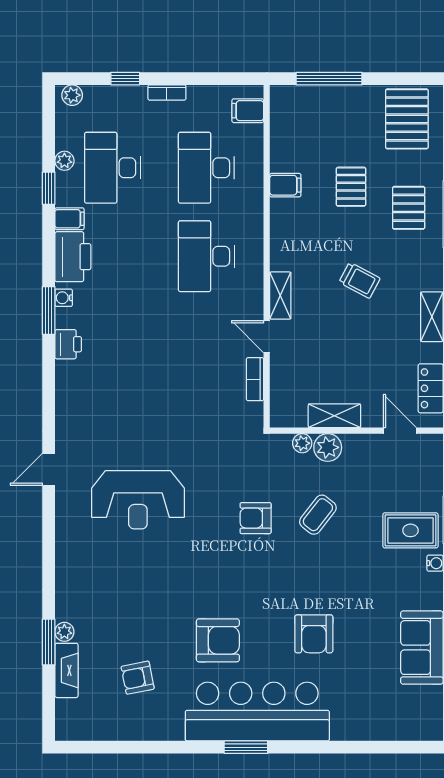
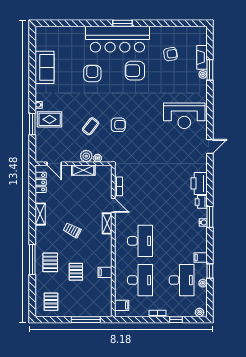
pallet: (407, 119) -> (51, 302), width x0.67, depth x0.71
printer: (73, 257) -> (199, 183), moved
reception desk: (138, 500) -> (184, 116), moved, turned 180

